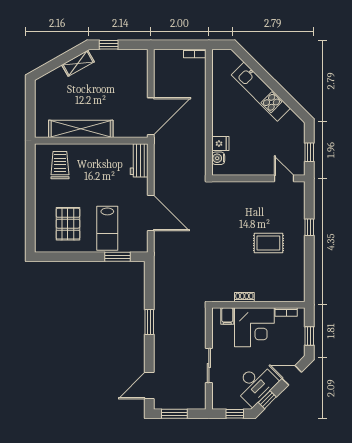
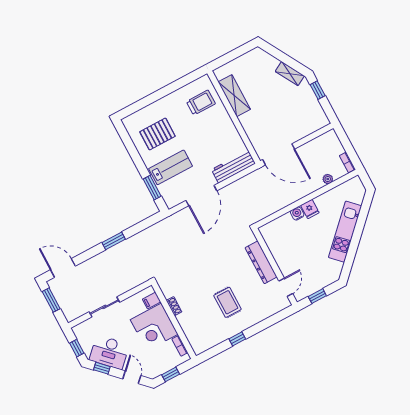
plant: (201, 81) -> (328, 179), added
shelving: (81, 129) -> (234, 96), width x0.68
fridge: (220, 144) -> (310, 209), moved
water cooler: (218, 158) -> (297, 213), moved
workbench: (139, 160) -> (233, 167), width x1.38
dresser: (247, 189) -> (261, 262), added
window: (309, 227) -> (237, 339), moved
lab bench: (107, 228) -> (171, 167), turned 180

